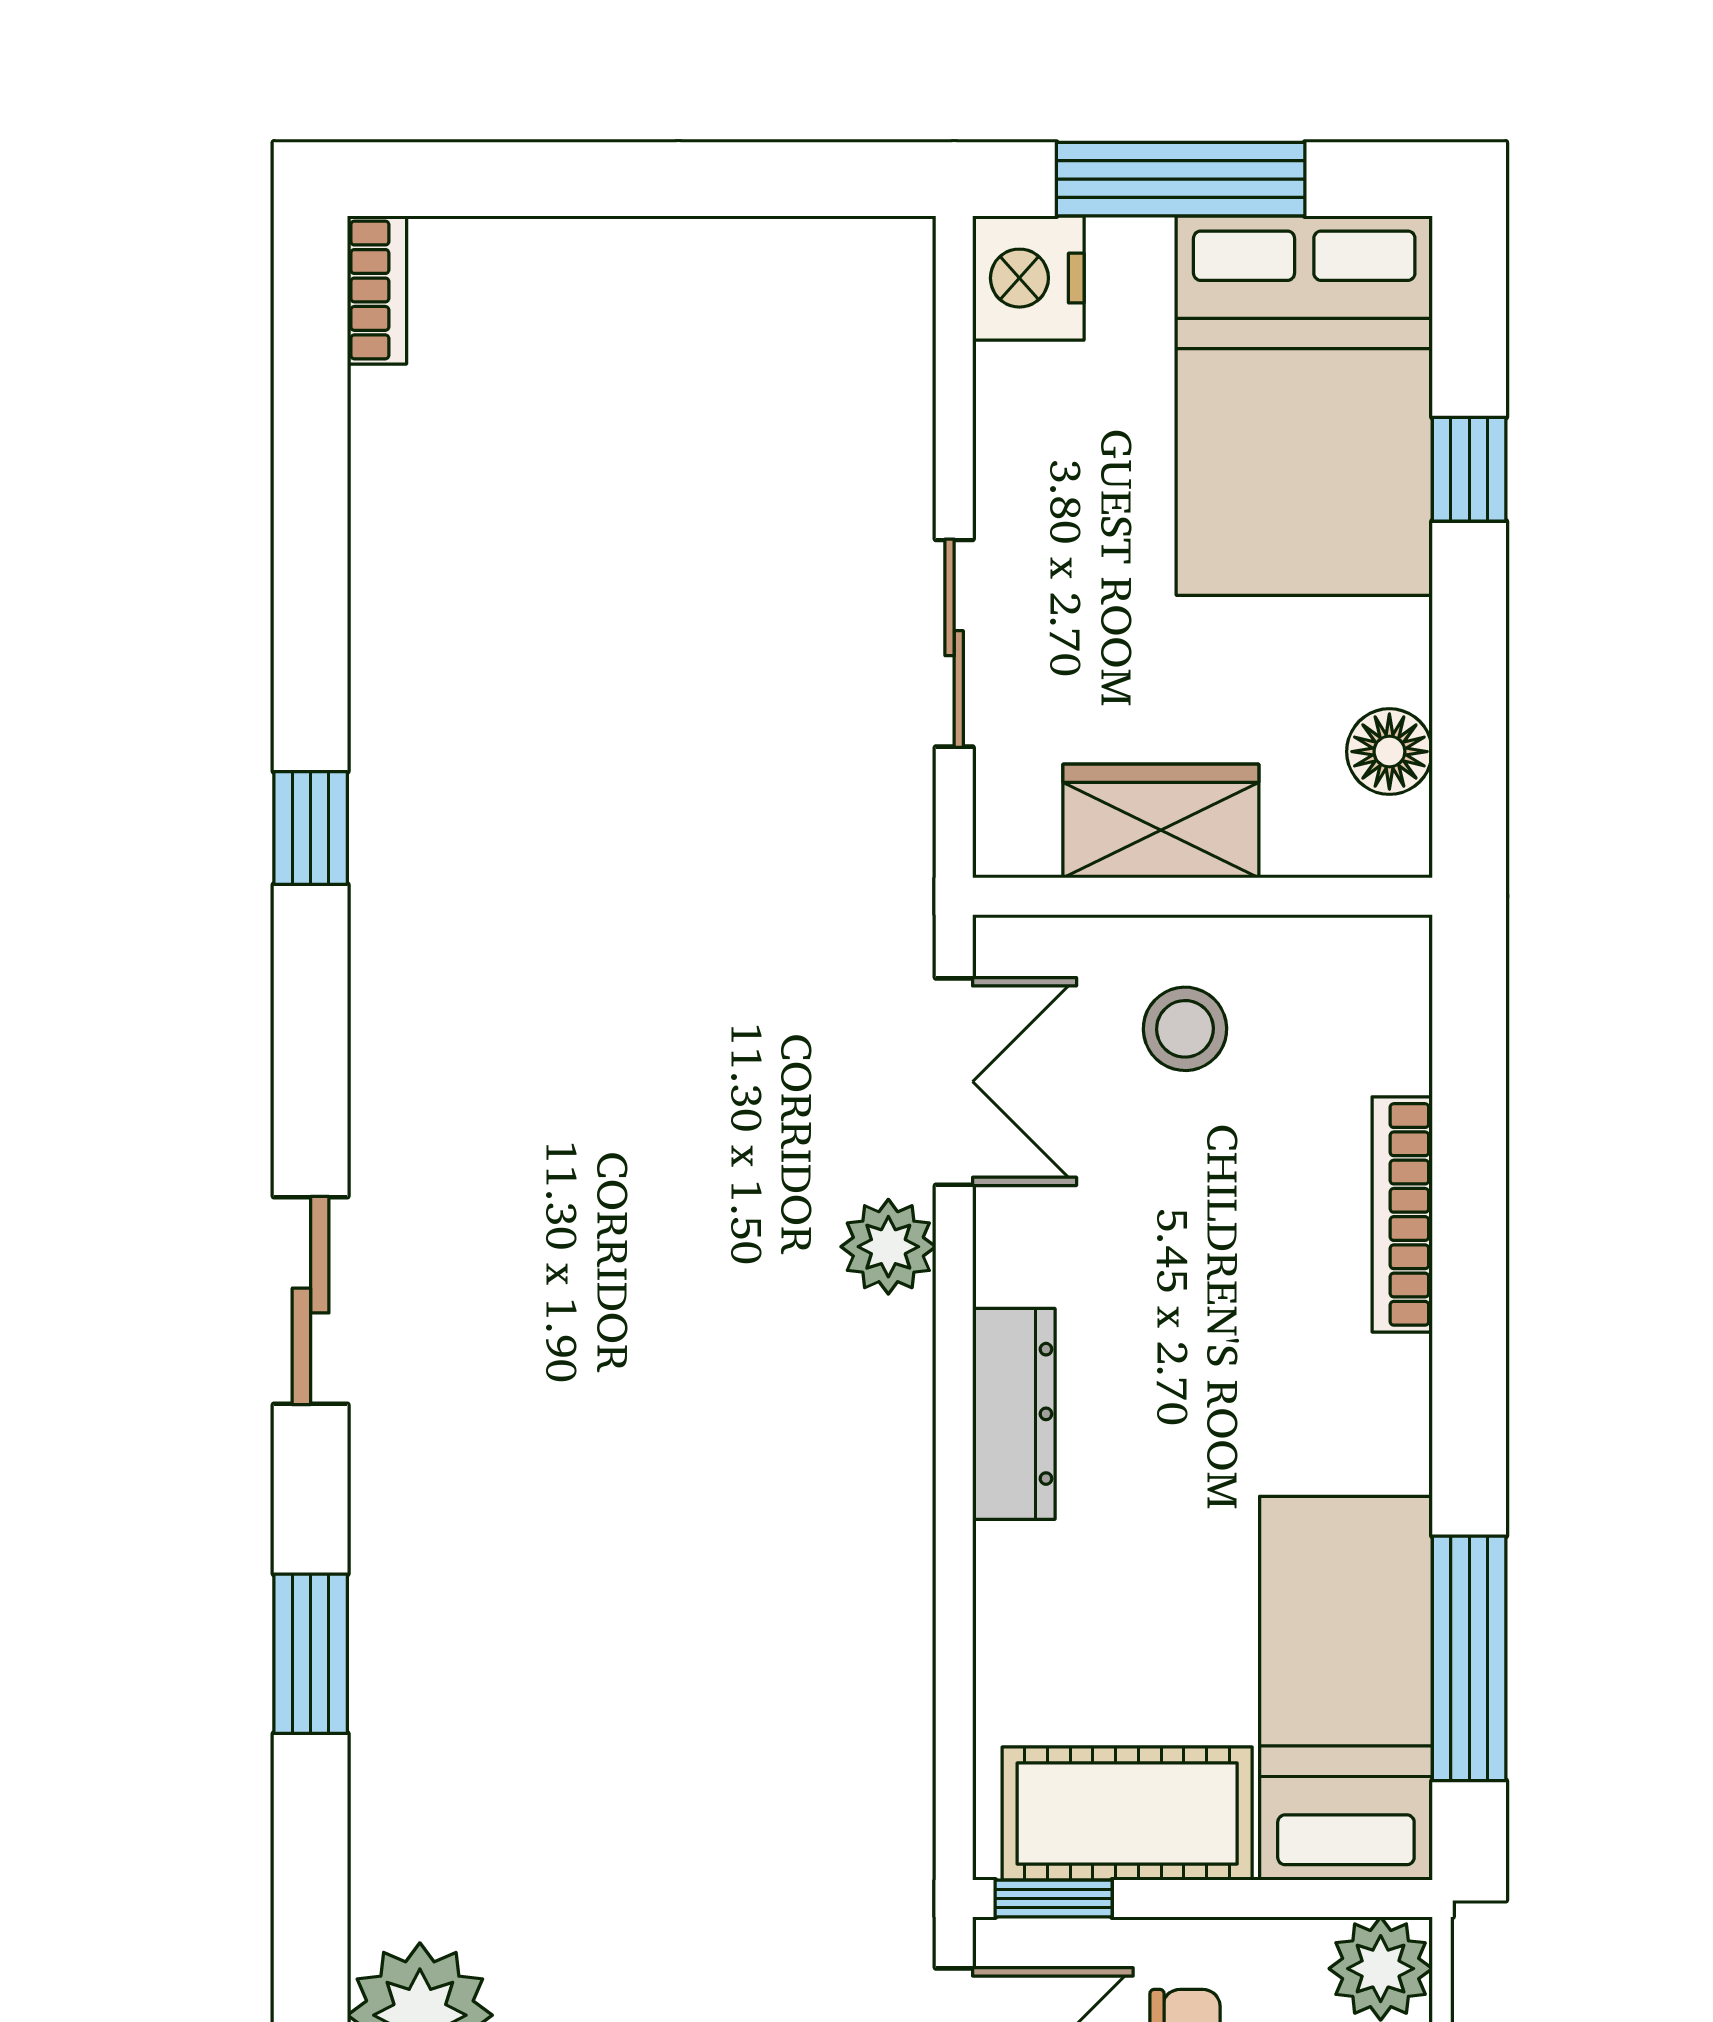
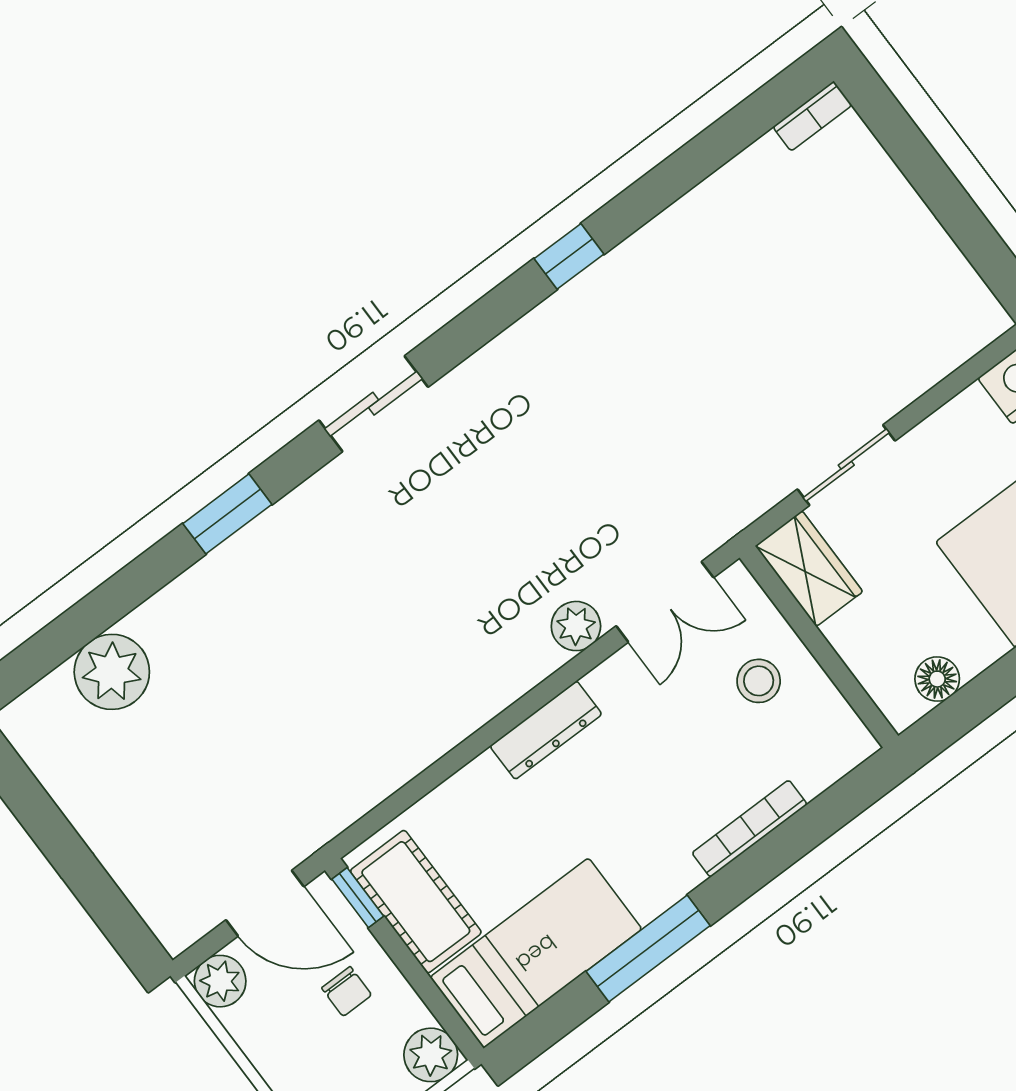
wardrobe: (1161, 821) -> (809, 569), moved
window: (1469, 1658) -> (648, 949), moved

